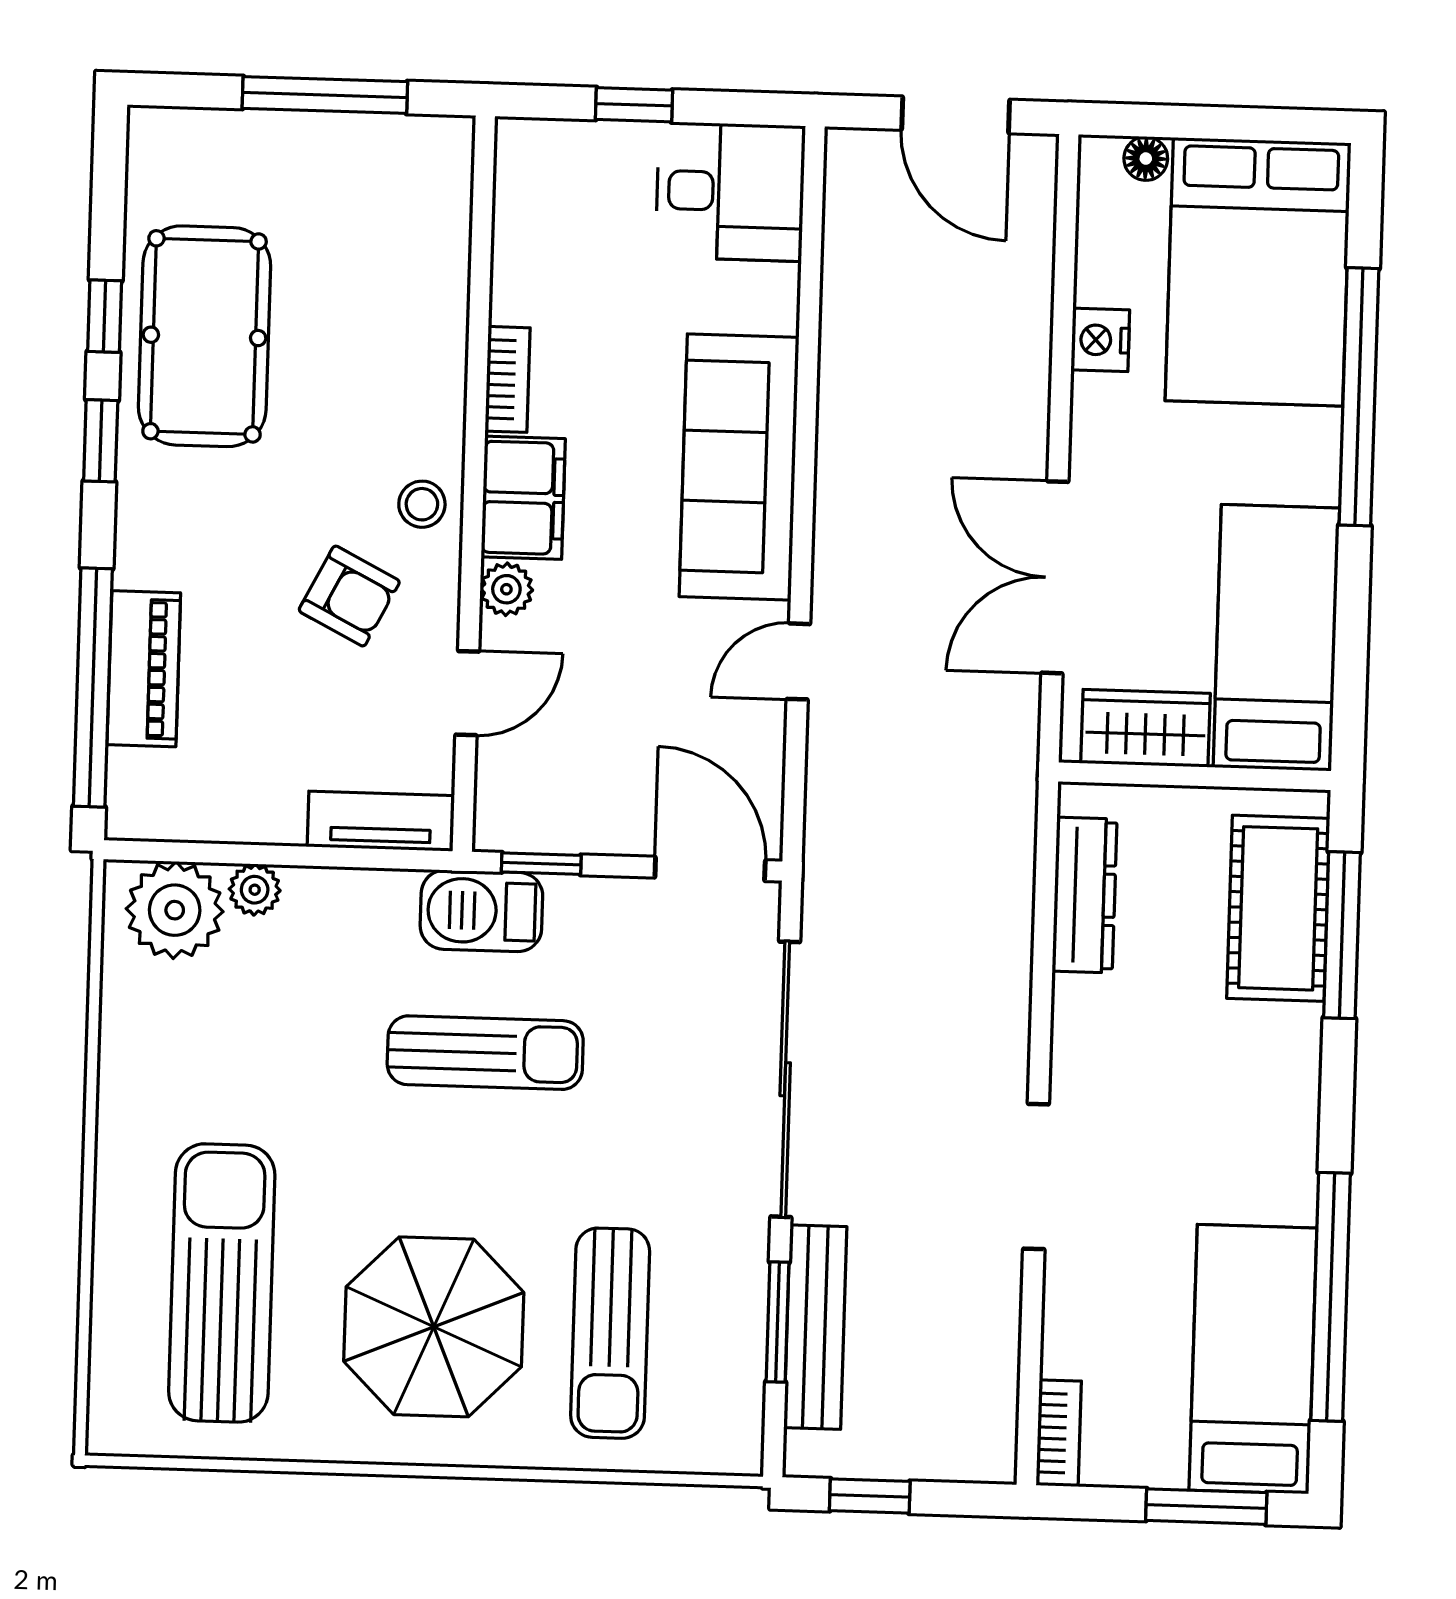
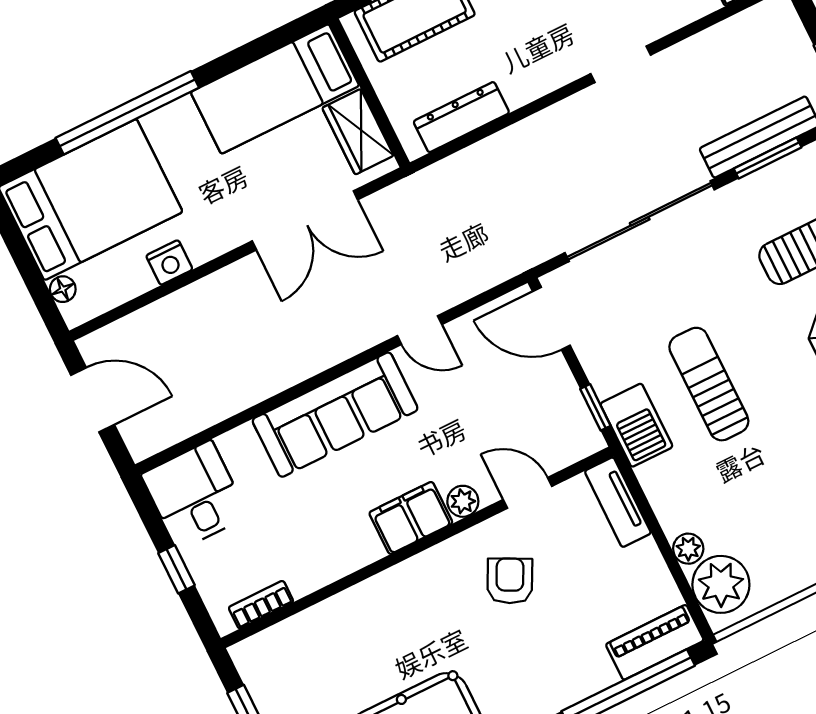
door: (956, 115) -> (93, 400), hinge flipped
bookcase: (508, 379) -> (261, 605), moved
stool: (422, 504) -> (442, 569), removed
piano: (144, 669) -> (655, 642), moved
door: (710, 869) -> (551, 318), hinge flipped
doorway: (1036, 1176) -> (621, 64), width x0.73

